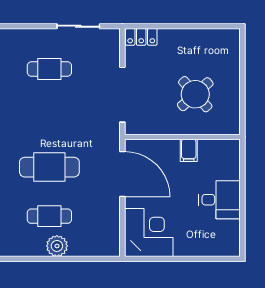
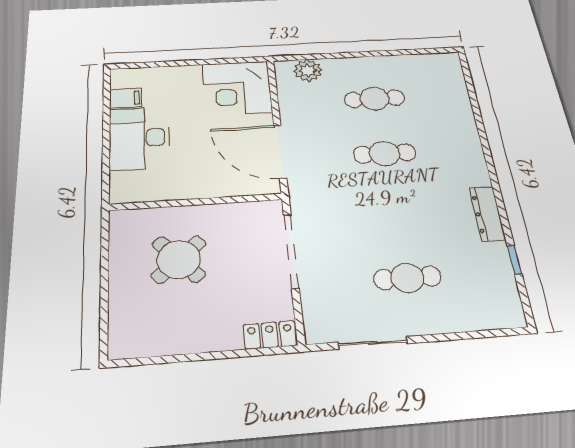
filing cabinet: (189, 150) -> (126, 98), moved, turned 90
cafe table: (49, 167) -> (385, 154), width x0.73, depth x0.74
desk: (219, 200) -> (139, 138), width x1.37
plant: (57, 246) -> (308, 70), moved

